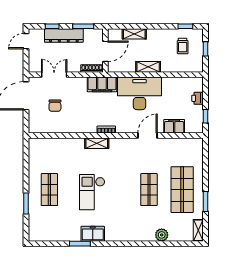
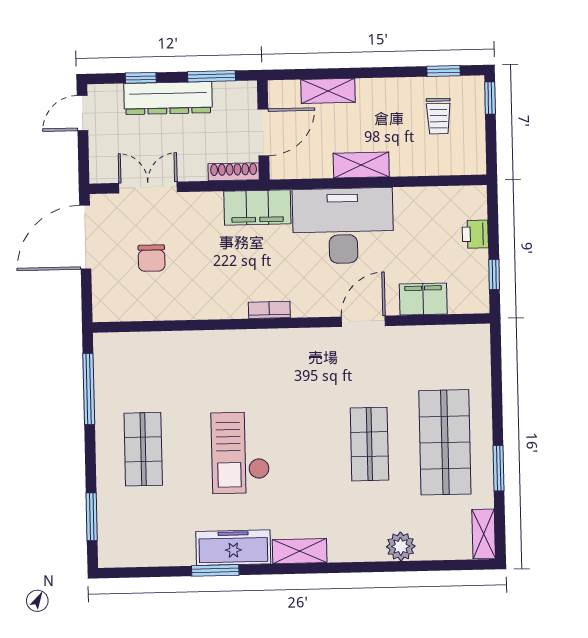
window: (206, 49) -> (490, 98), moved
shelving: (97, 143) -> (300, 551), moved
window: (26, 163) -> (89, 389), added
window: (26, 203) -> (92, 517), moved
freezer: (93, 234) -> (233, 548), width x1.40

